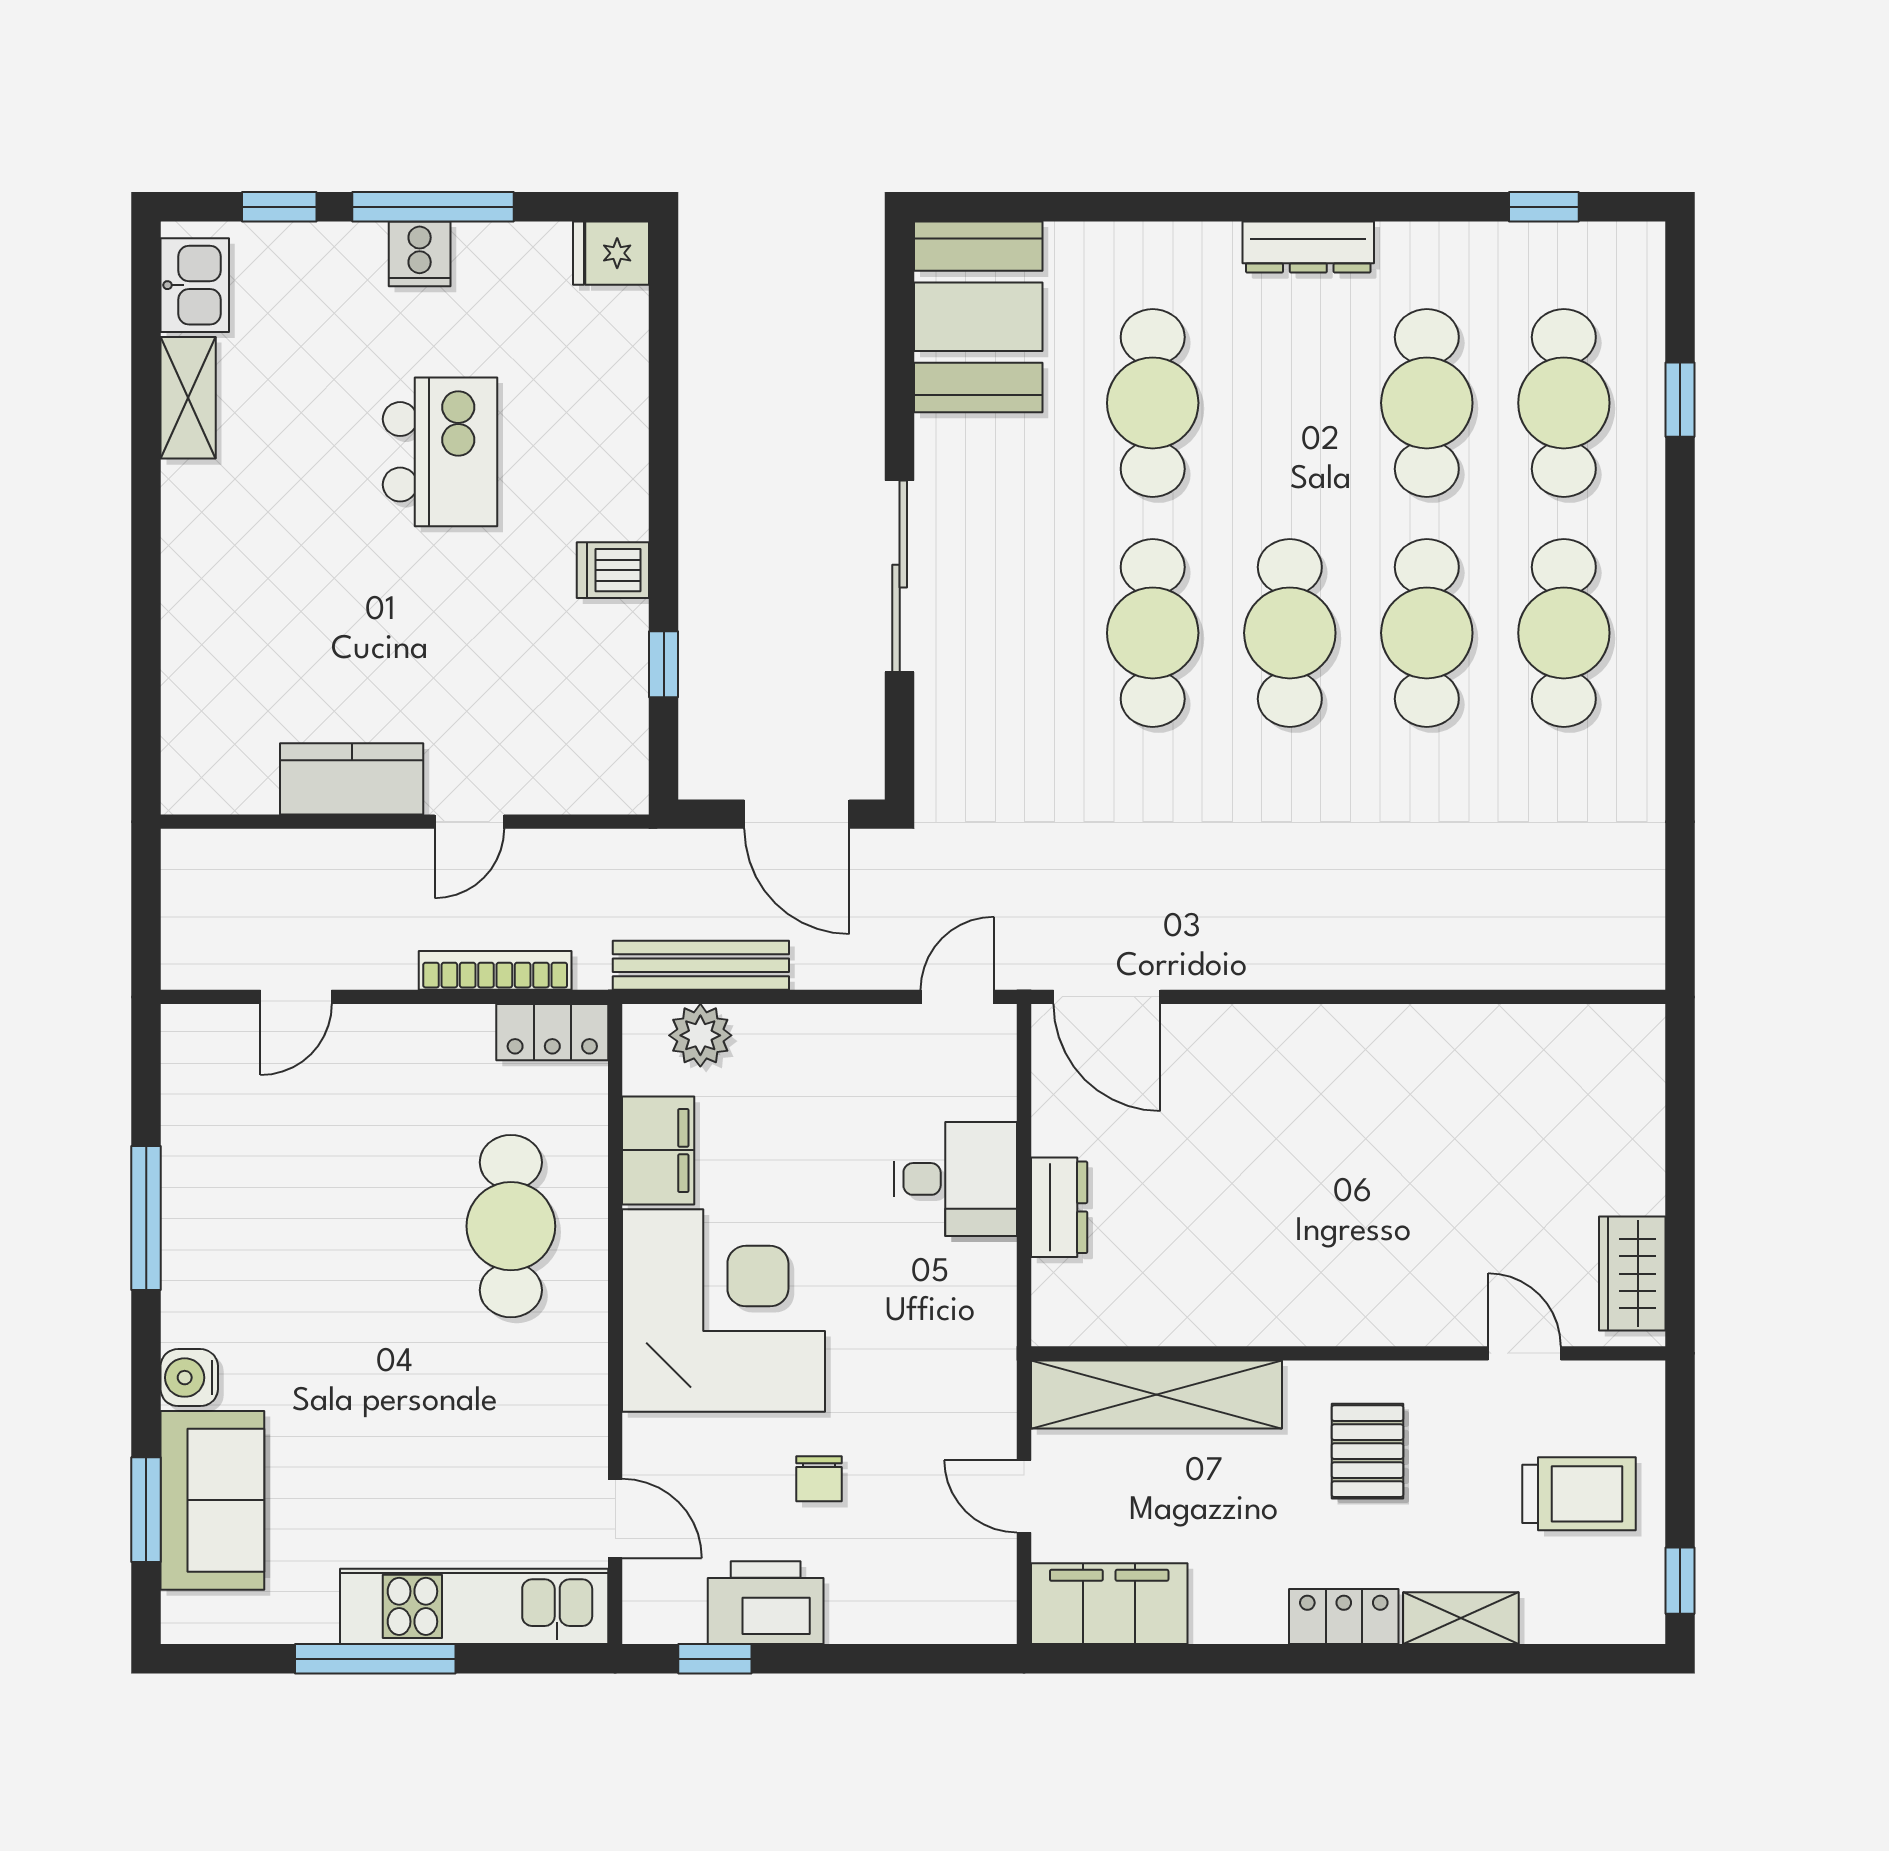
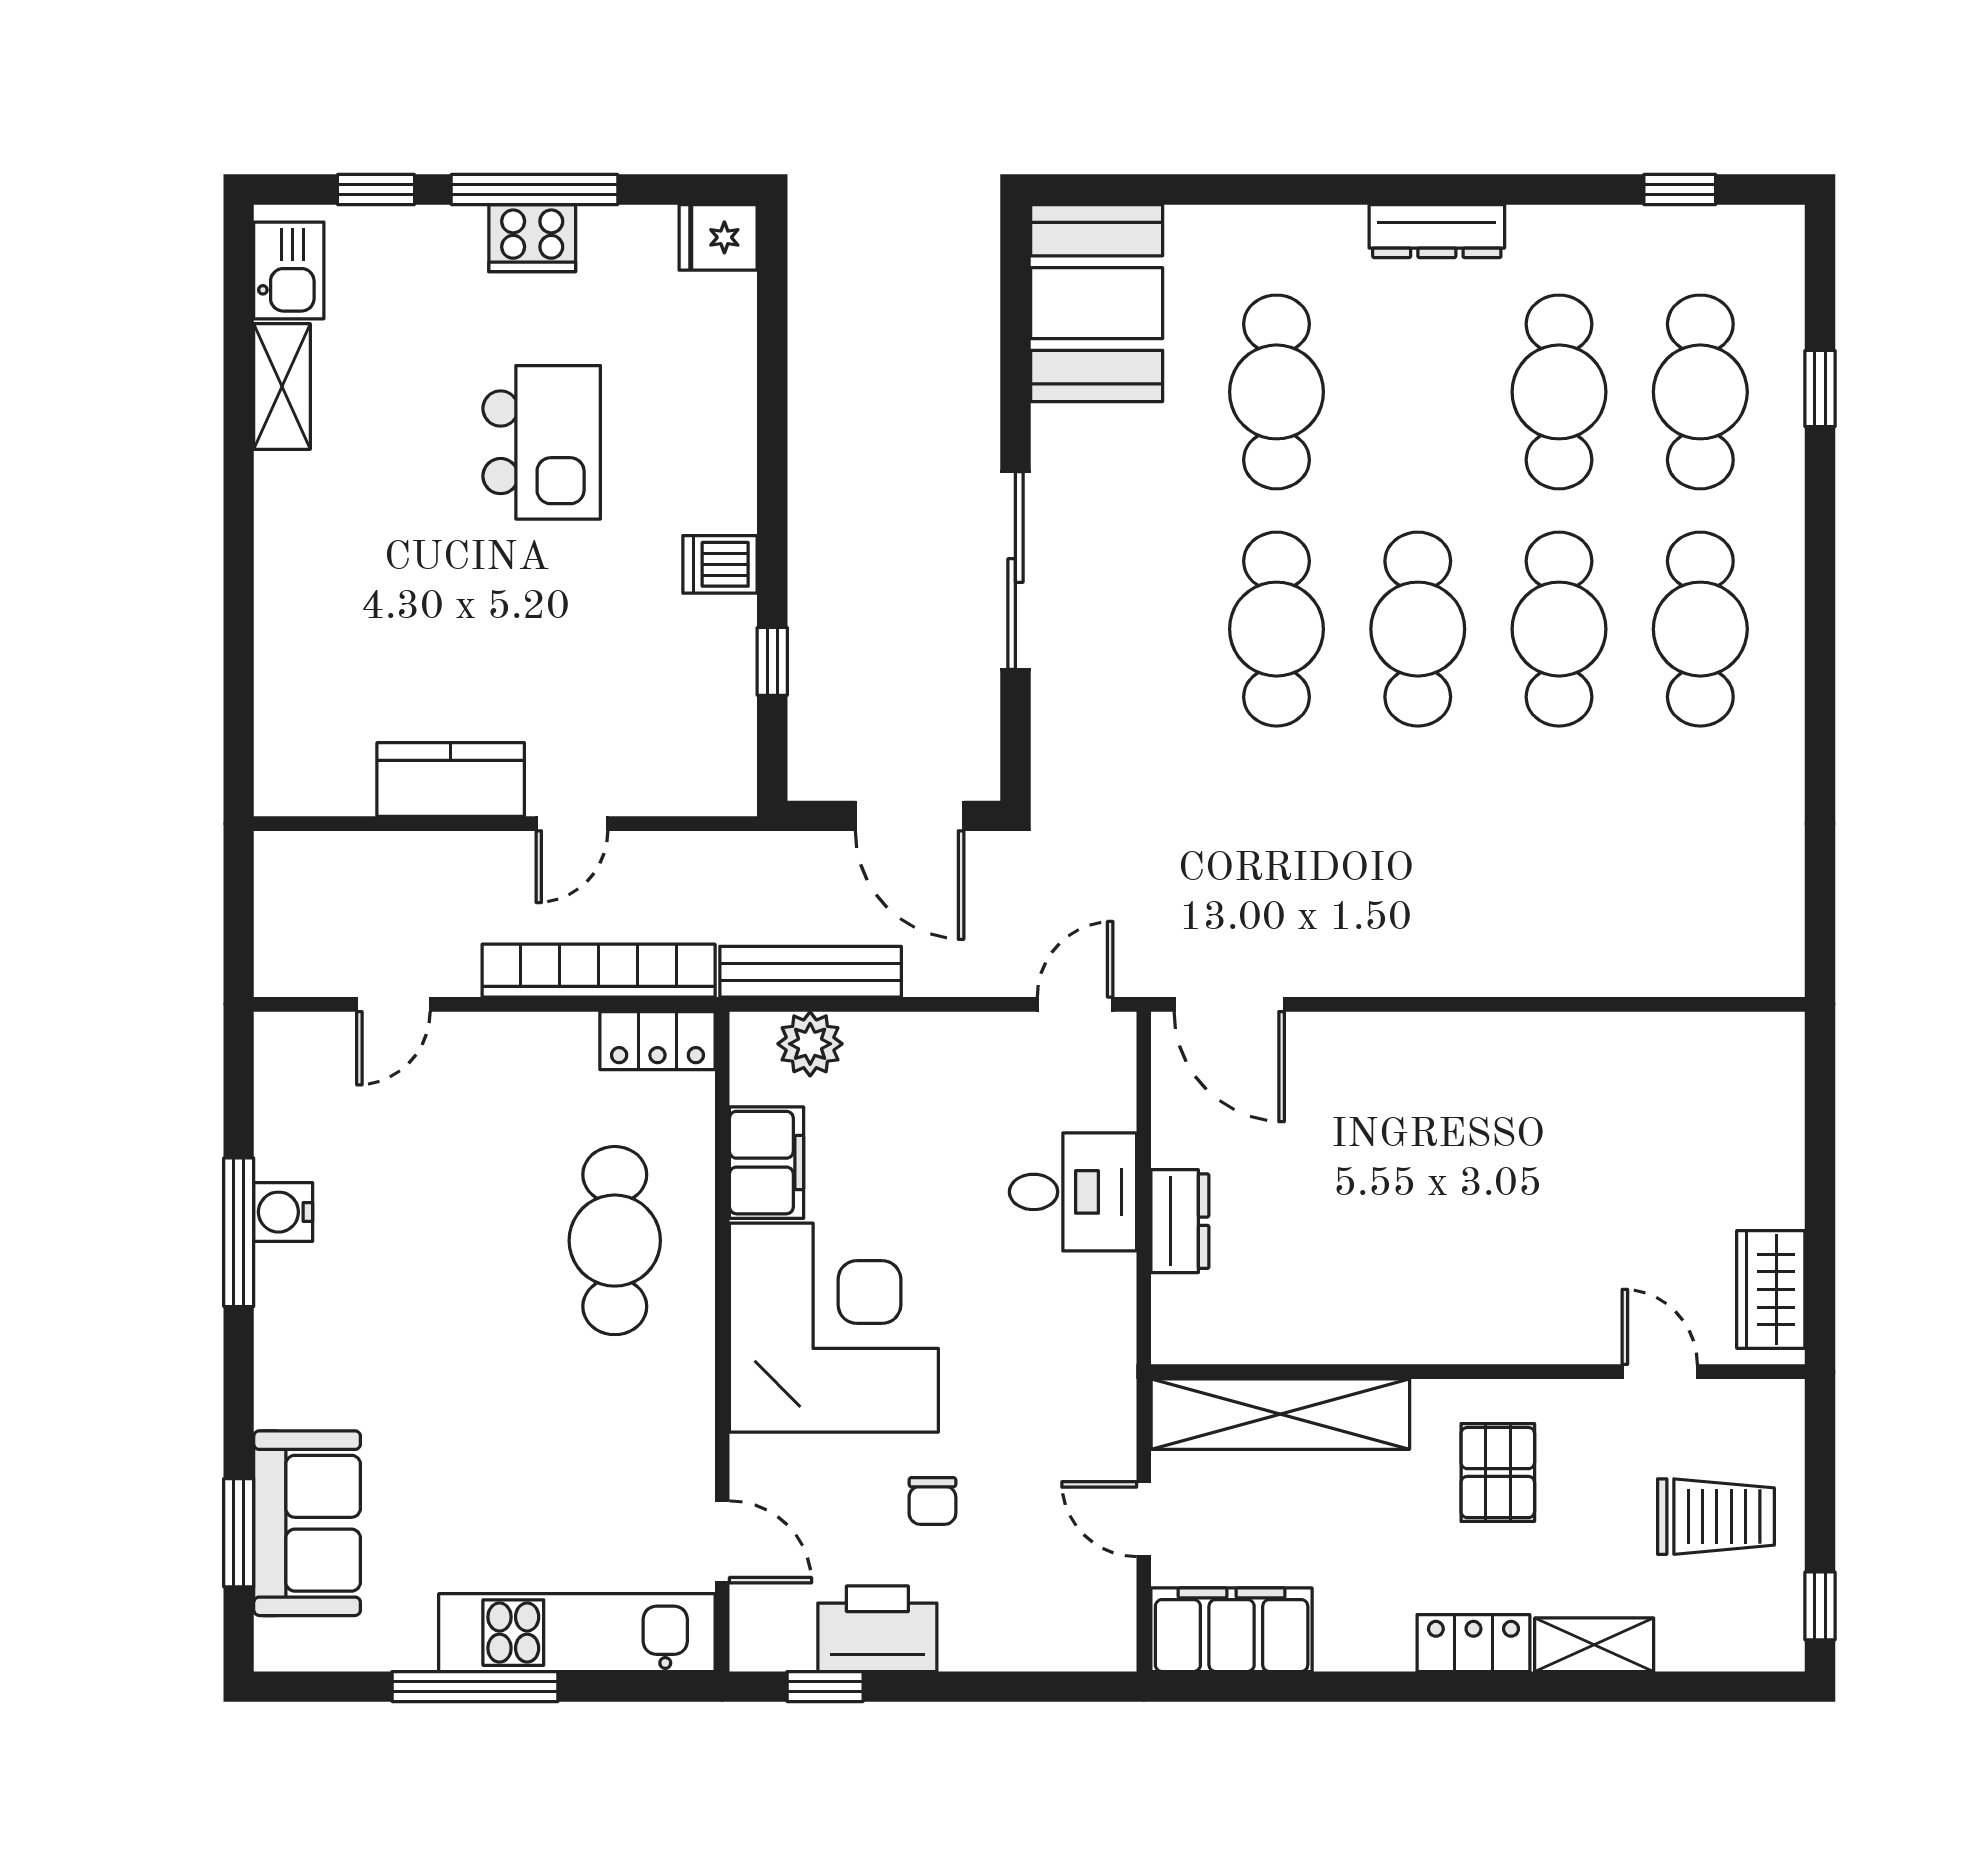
cooker: (420, 254) -> (532, 238), width x1.36
bookcase: (495, 970) -> (599, 971), width x1.48, depth x1.31
water cooler: (189, 1378) -> (283, 1212), moved

